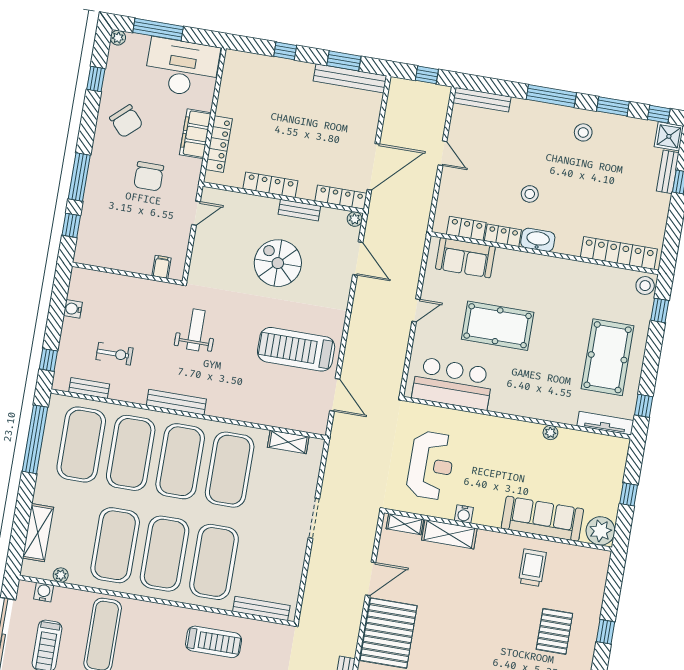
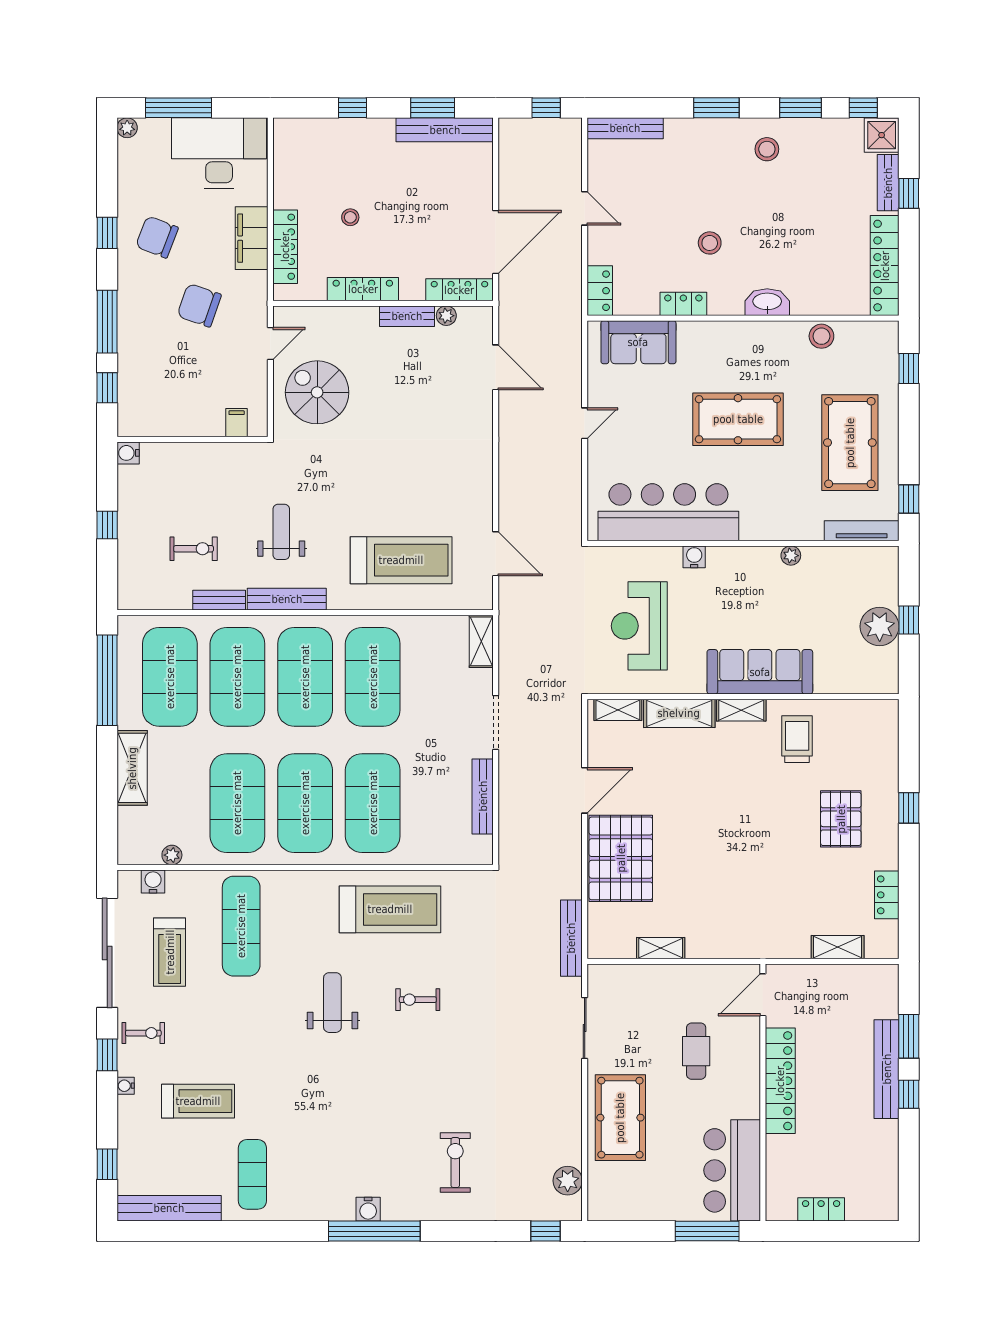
window: (96, 79) -> (107, 233), moved
window: (551, 96) -> (716, 108), width x0.69
chair: (126, 121) -> (157, 237), turned 153
stool: (270, 131) -> (350, 217), added
chair: (149, 176) -> (199, 305), turned 109
plant: (355, 219) -> (446, 316), moved
locker: (466, 228) -> (600, 291), moved, turned 90
washbasin: (538, 240) -> (767, 302), moved
locker: (619, 253) -> (885, 266), moved, turned -90
spiral stairs: (278, 263) -> (317, 392), moved
stool: (645, 286) -> (821, 336), moved
water cooler: (73, 309) -> (128, 453), moved
pool table: (498, 326) -> (738, 419), moved
weight bench: (196, 330) -> (281, 532), moved
treadmill: (296, 349) -> (401, 560), moved, turned 180
window: (48, 360) -> (107, 525), moved
bar counter: (453, 383) -> (668, 512), width x1.36
bench: (89, 388) -> (219, 600), moved
shelving: (288, 442) -> (481, 641), moved, turned 90
reception desk: (431, 465) -> (639, 626), turned 180
water cooler: (464, 514) -> (694, 557), moved, turned 180
sofa: (542, 519) -> (760, 672), moved
plant: (601, 531) -> (880, 626), moved
shelving: (38, 533) -> (132, 768), moved
shelving: (495, 540) -> (741, 710), added
bench: (261, 609) -> (483, 796), moved, turned 90
treadmill: (214, 642) -> (390, 909), width x1.37, depth x1.38

